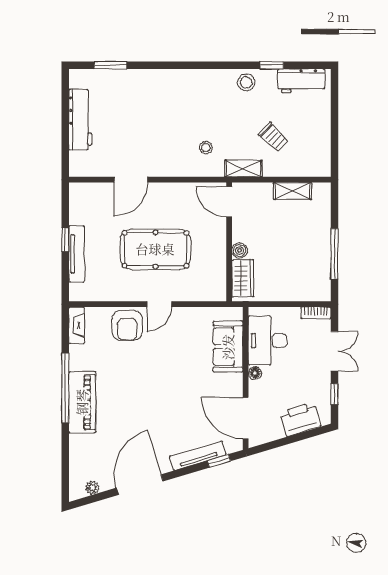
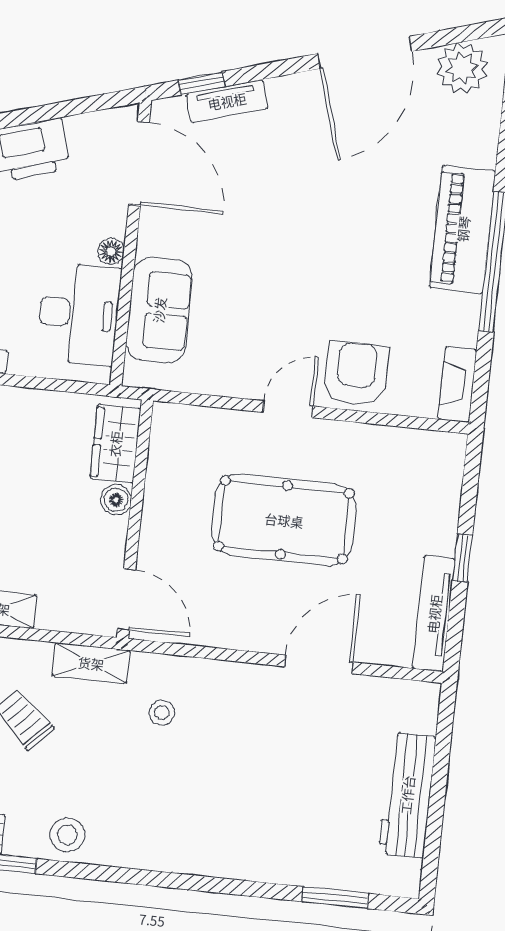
tv unit: (77, 254) -> (434, 614), moved
tv unit: (198, 456) -> (227, 101), width x0.71
plant: (93, 488) -> (462, 68), width x1.88, depth x1.88

